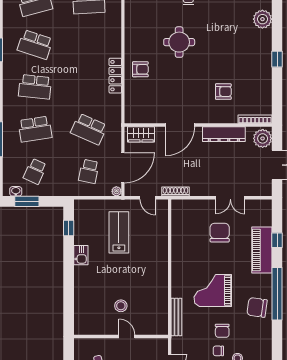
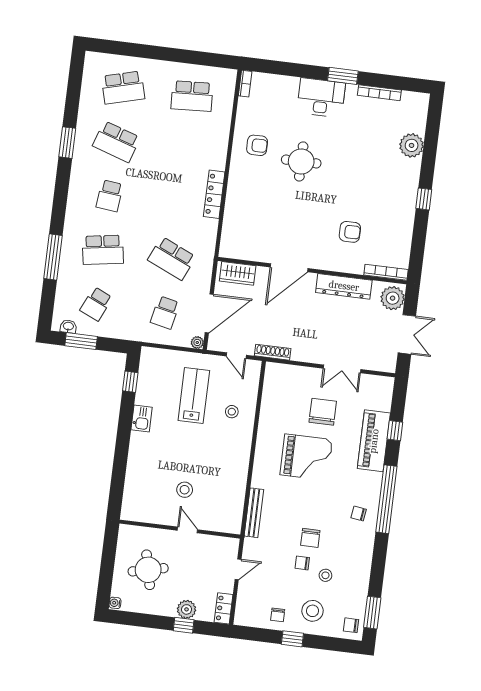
armchair: (140, 69) -> (257, 145), moved
school desk: (35, 87) -> (110, 196), width x0.54
stool: (150, 241) -> (232, 412), added
grand piano: (213, 291) -> (306, 457), moved, turned 180
chair: (257, 307) -> (359, 513), width x0.54, depth x0.54

